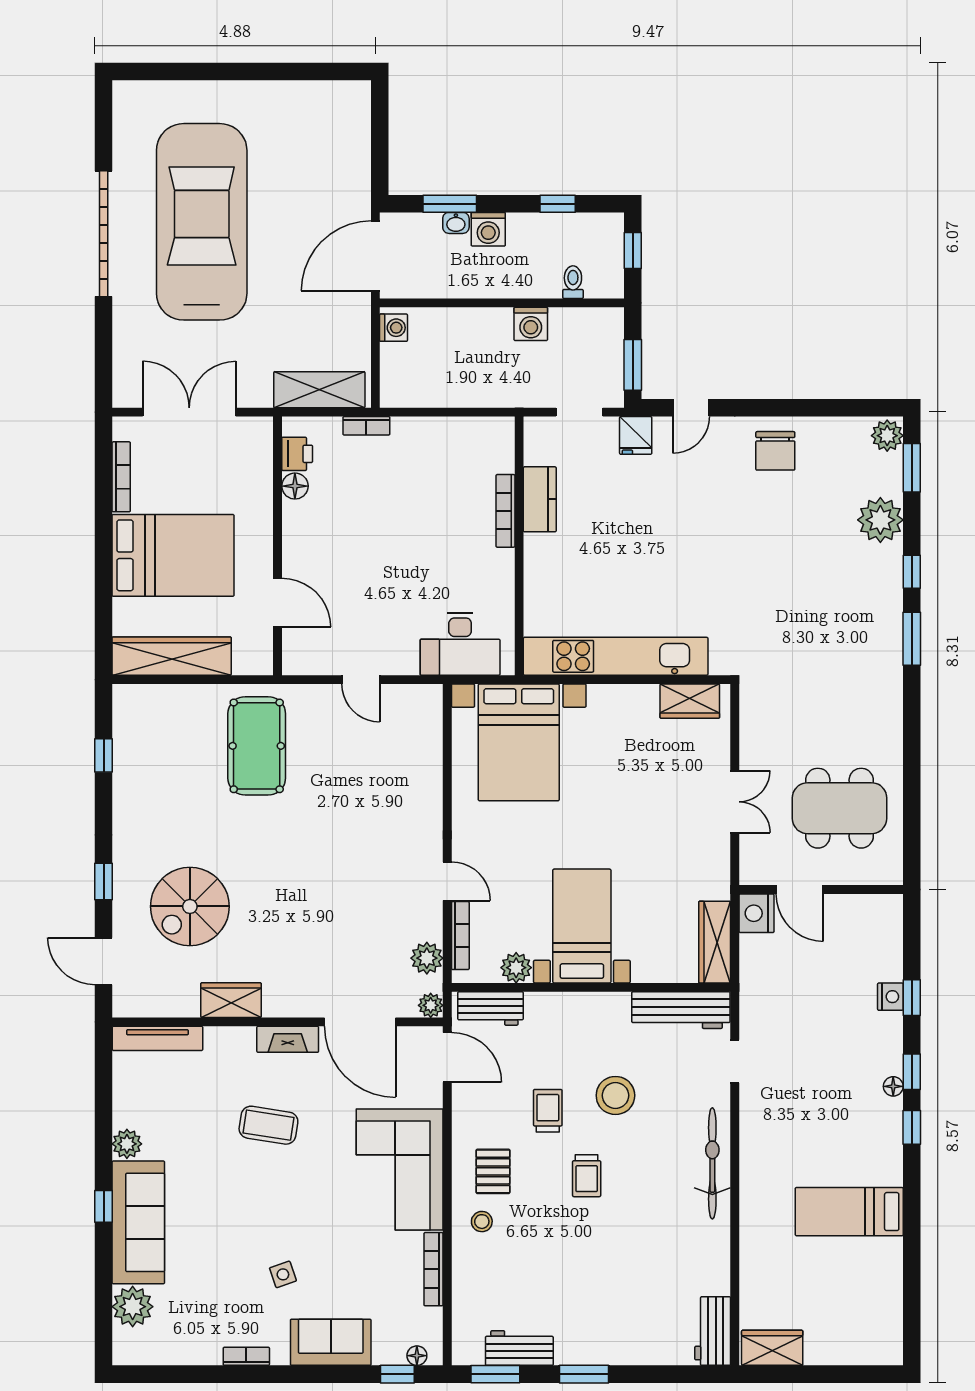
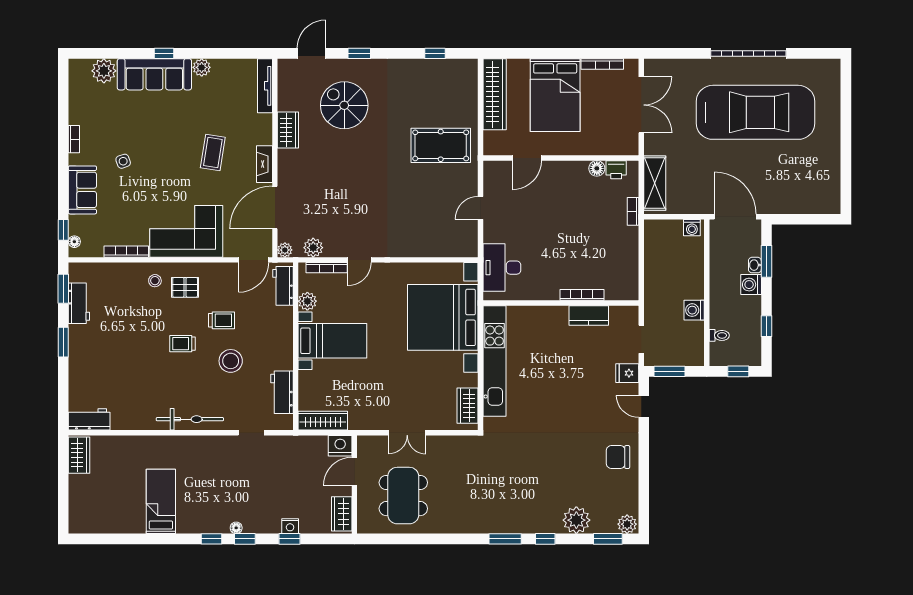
bed with nightstands: (519, 742) -> (443, 317), width x1.36
wardrobe: (870, 911) -> (342, 514), added
workbench: (681, 1010) -> (282, 392), width x0.73

